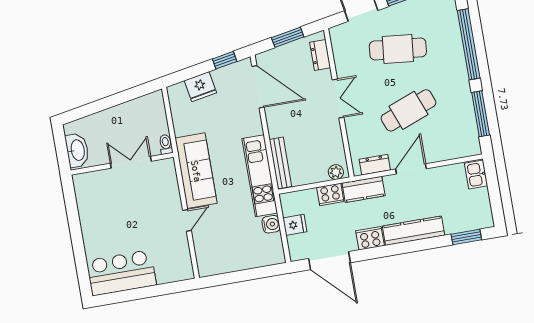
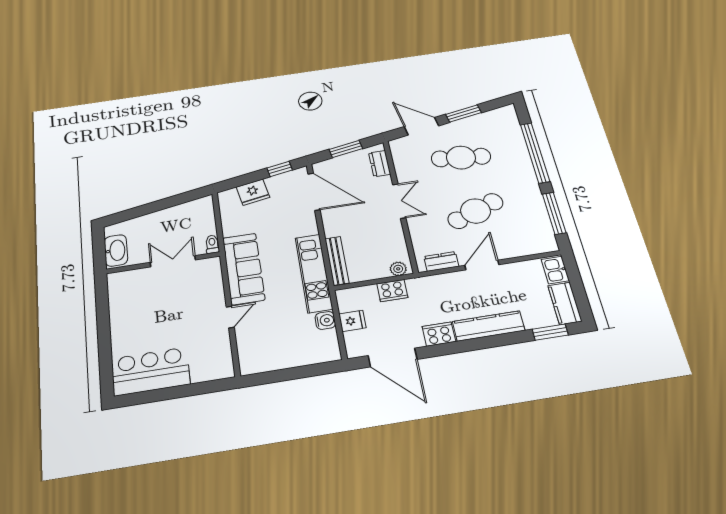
kitchen counter: (364, 189) -> (565, 303), moved, turned 90

